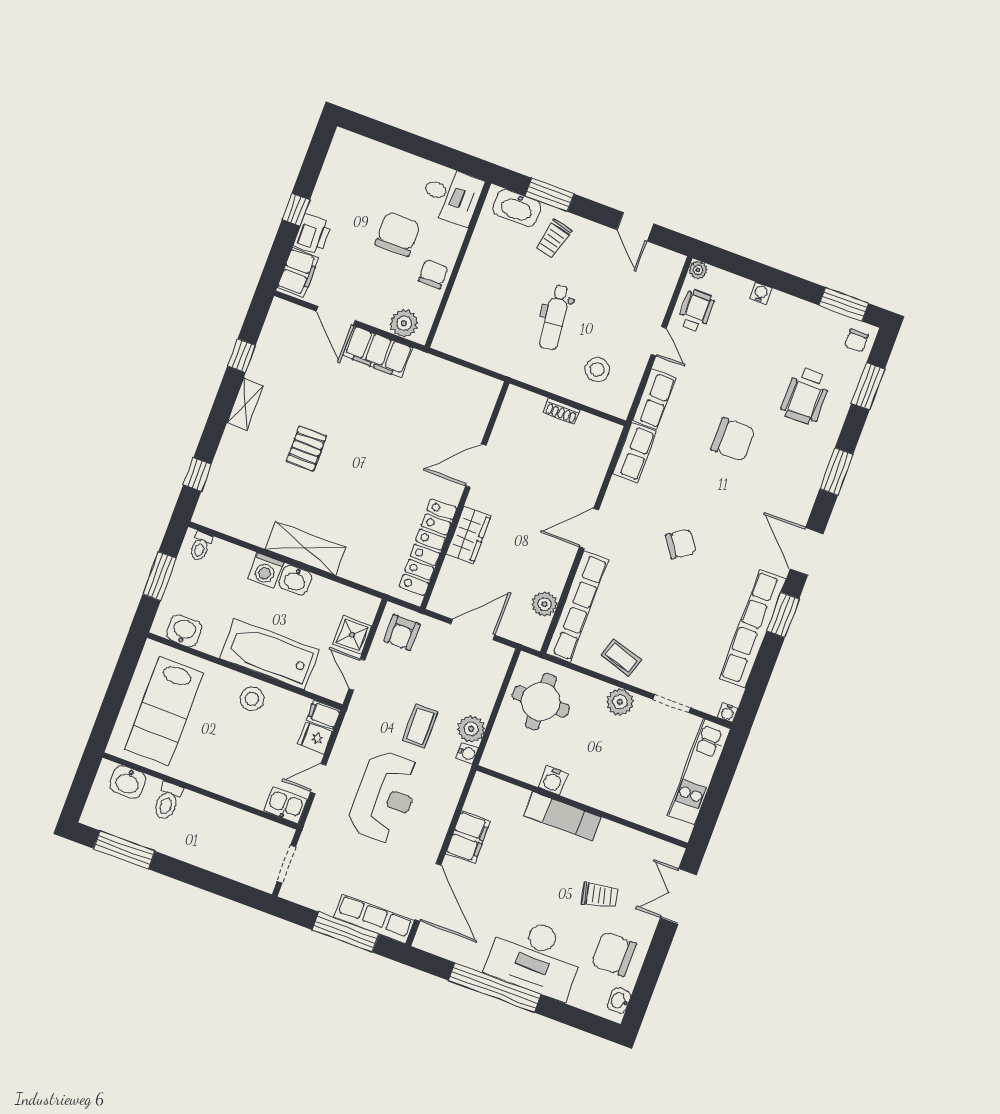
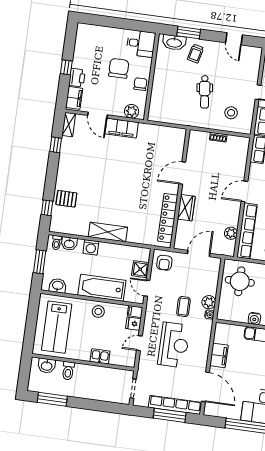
shelving: (245, 404) -> (69, 125), moved
pallet: (306, 448) -> (66, 199), moved, turned 90
washbasin: (295, 580) -> (69, 244), moved
kitchen sink: (285, 805) -> (100, 356), moved
row of seats: (374, 919) -> (175, 405), width x1.36

